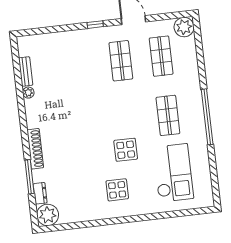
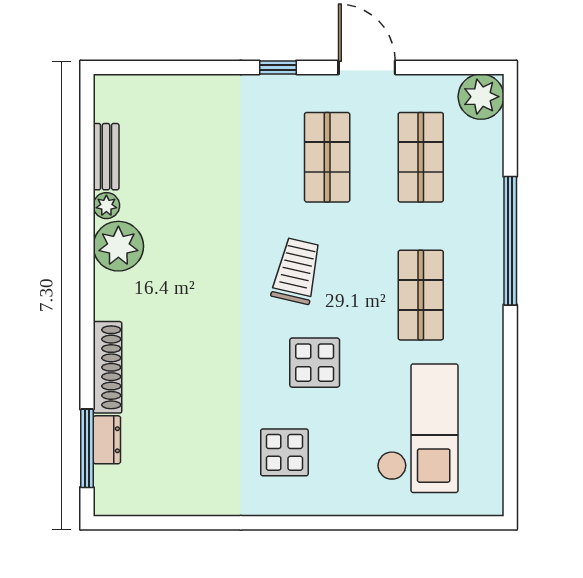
trolley: (113, 111) -> (296, 271), added
window: (207, 117) -> (510, 241), moved
shoe rack: (35, 149) -> (108, 367), moved
window: (30, 177) -> (87, 448), moved
plant: (48, 215) -> (118, 246), moved

